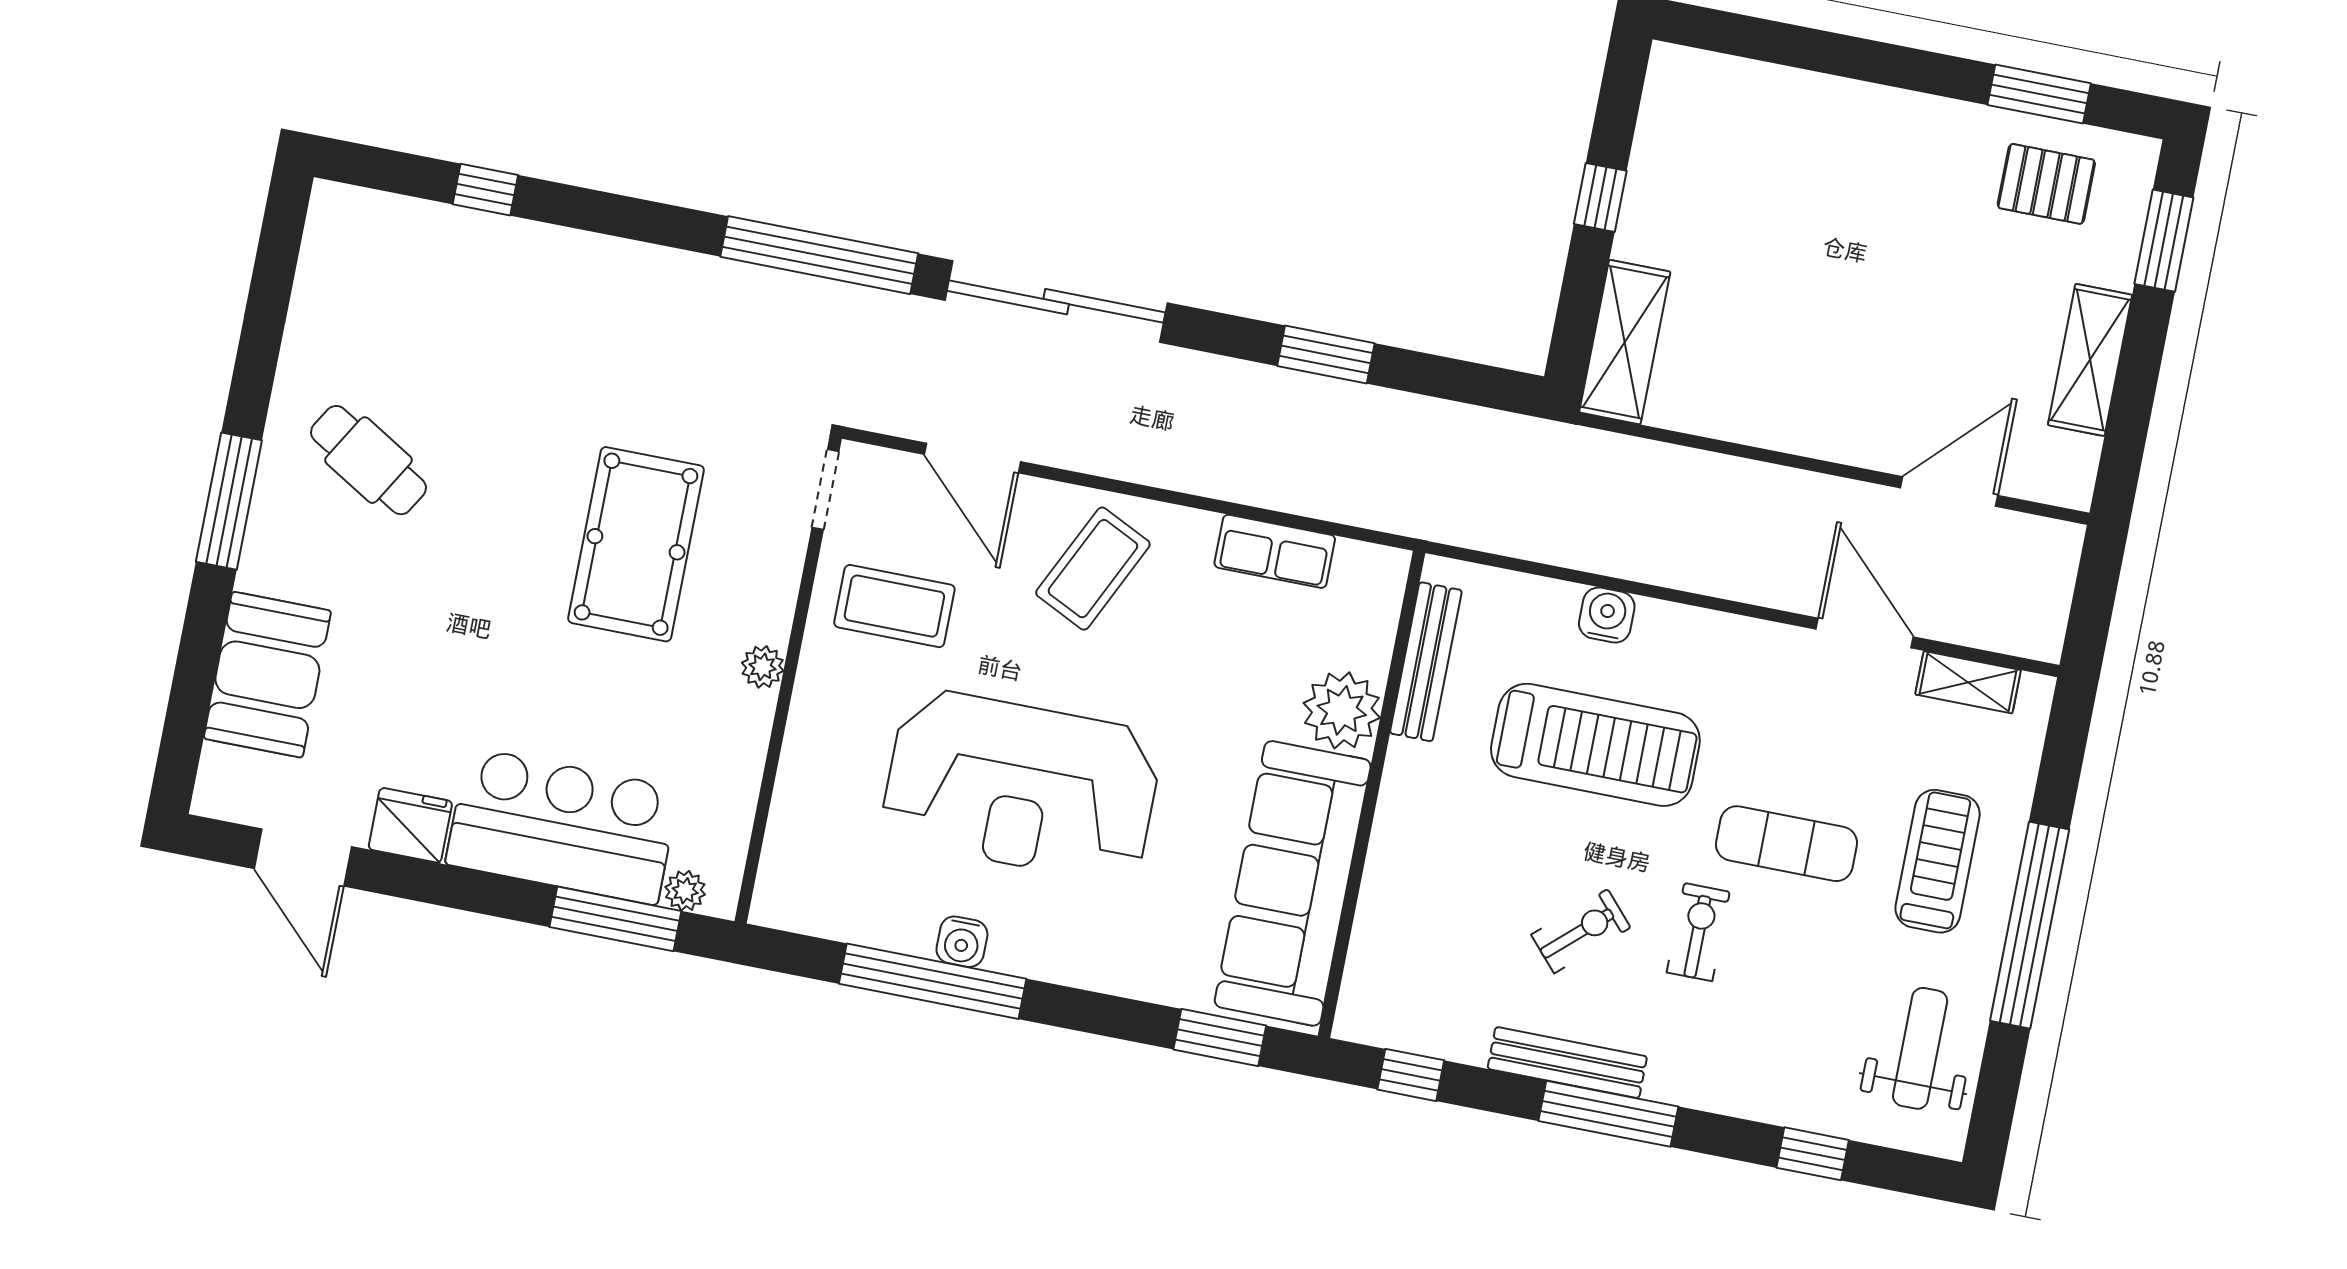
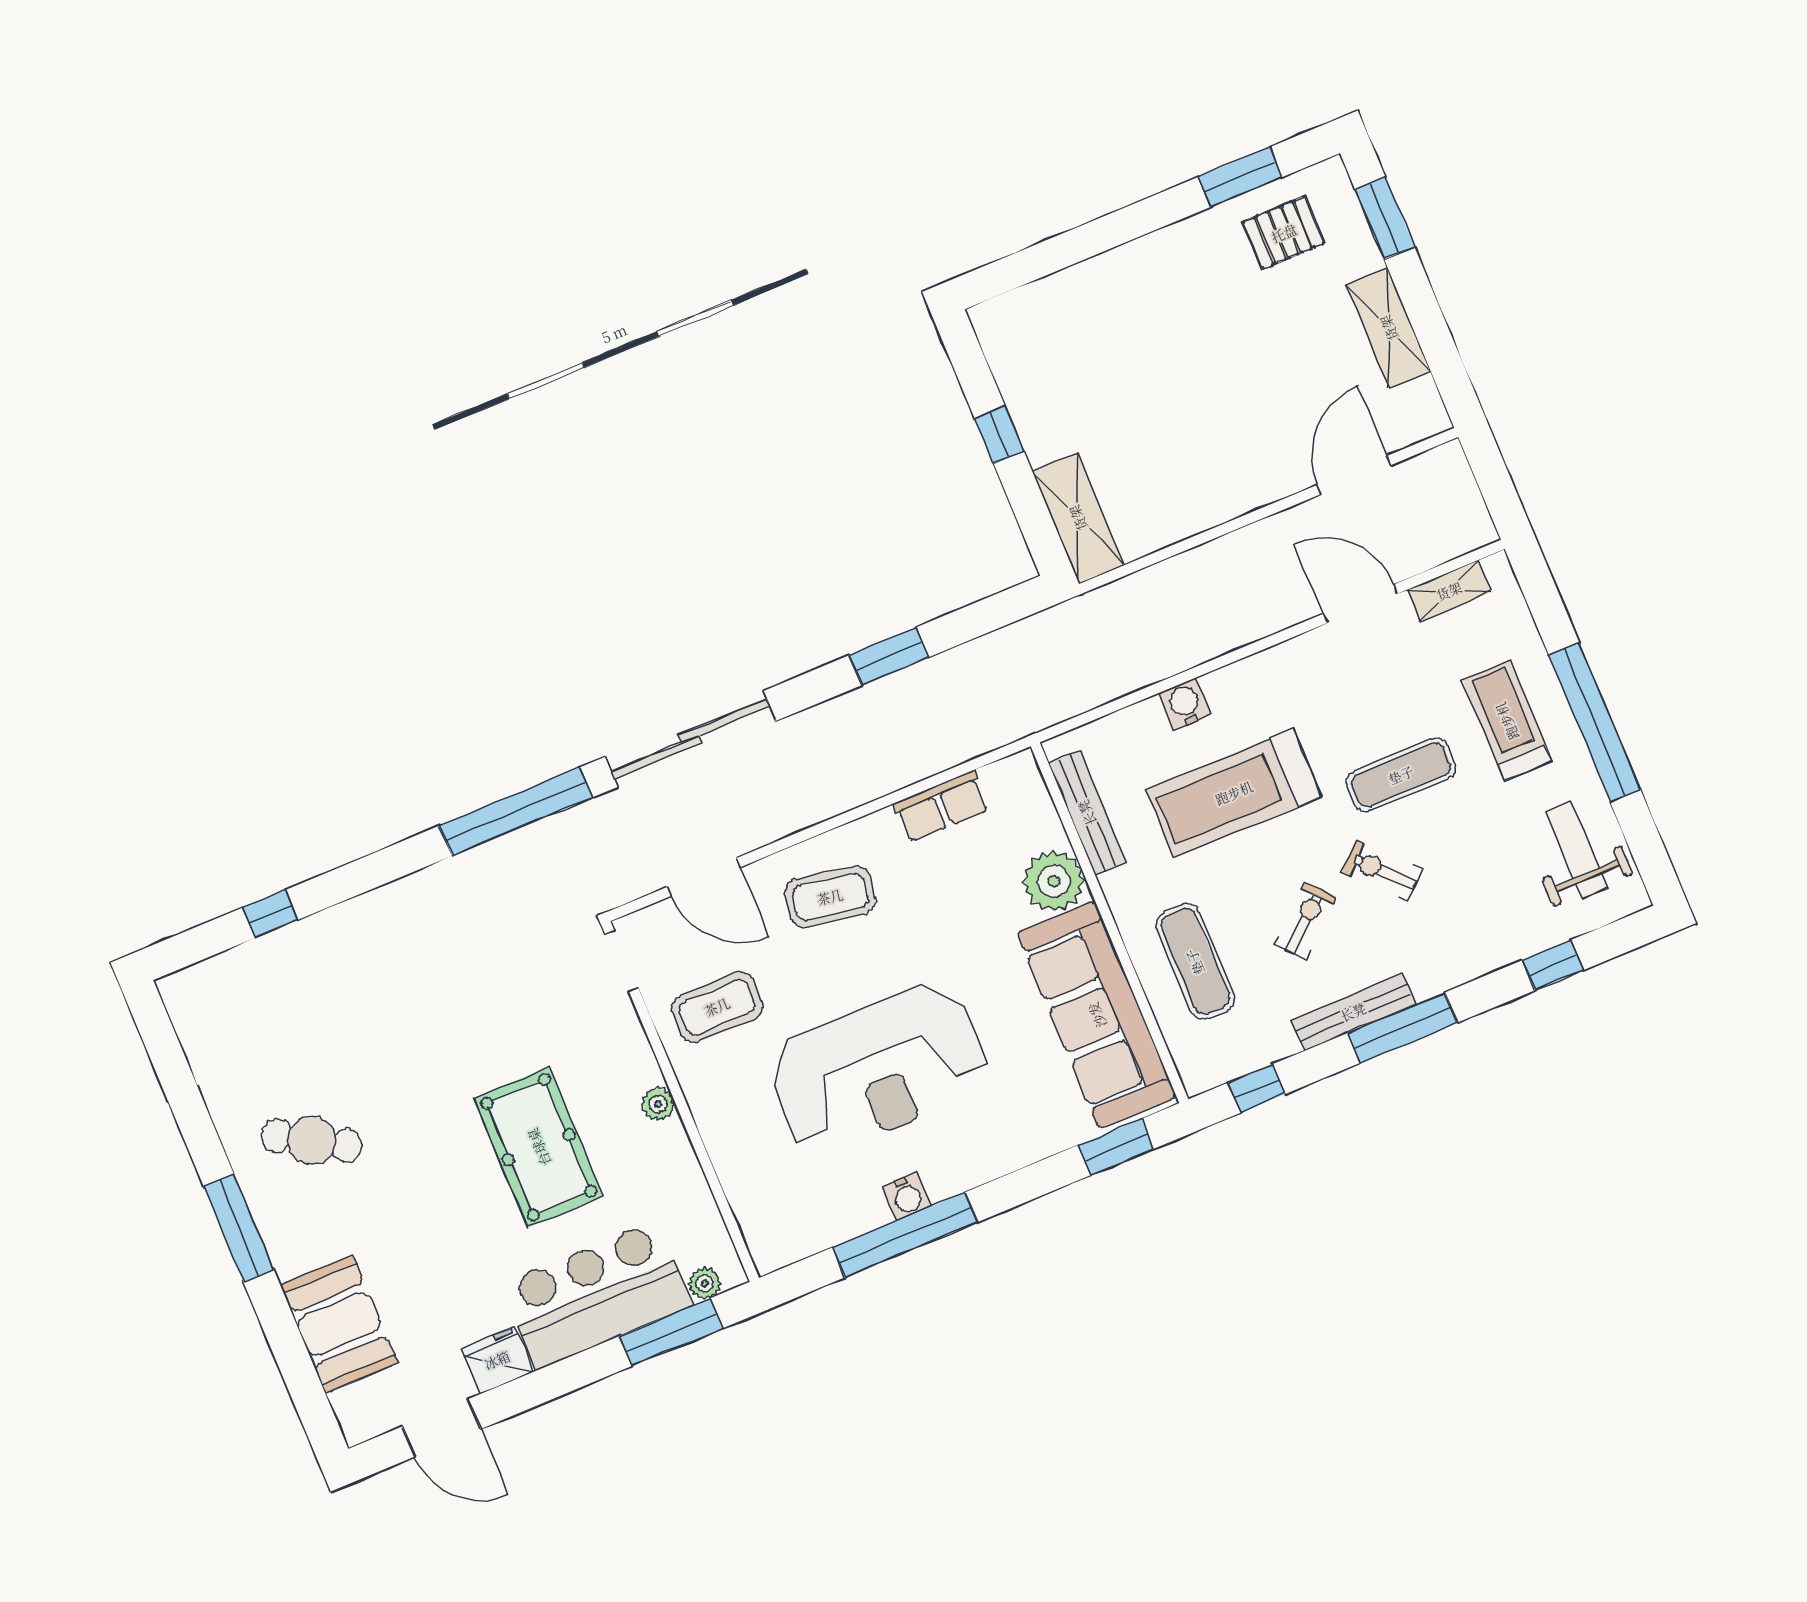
pool table: (636, 544) -> (539, 1147), moved
coffee table: (1093, 569) -> (830, 897), turned 74
treadmill: (1595, 745) -> (1234, 793), turned 180
exercise mat: (1435, 896) -> (1195, 962), added
exercise bike: (1698, 932) -> (1382, 871), turned -44

